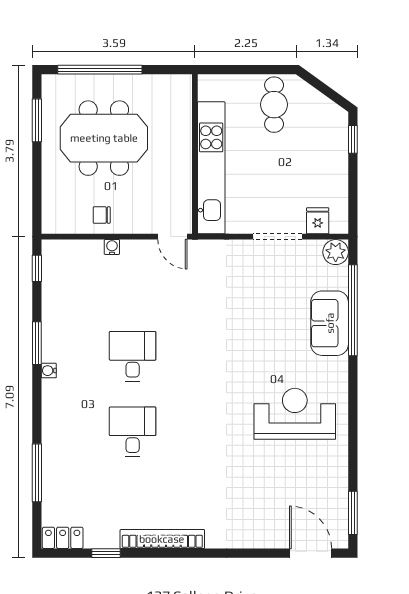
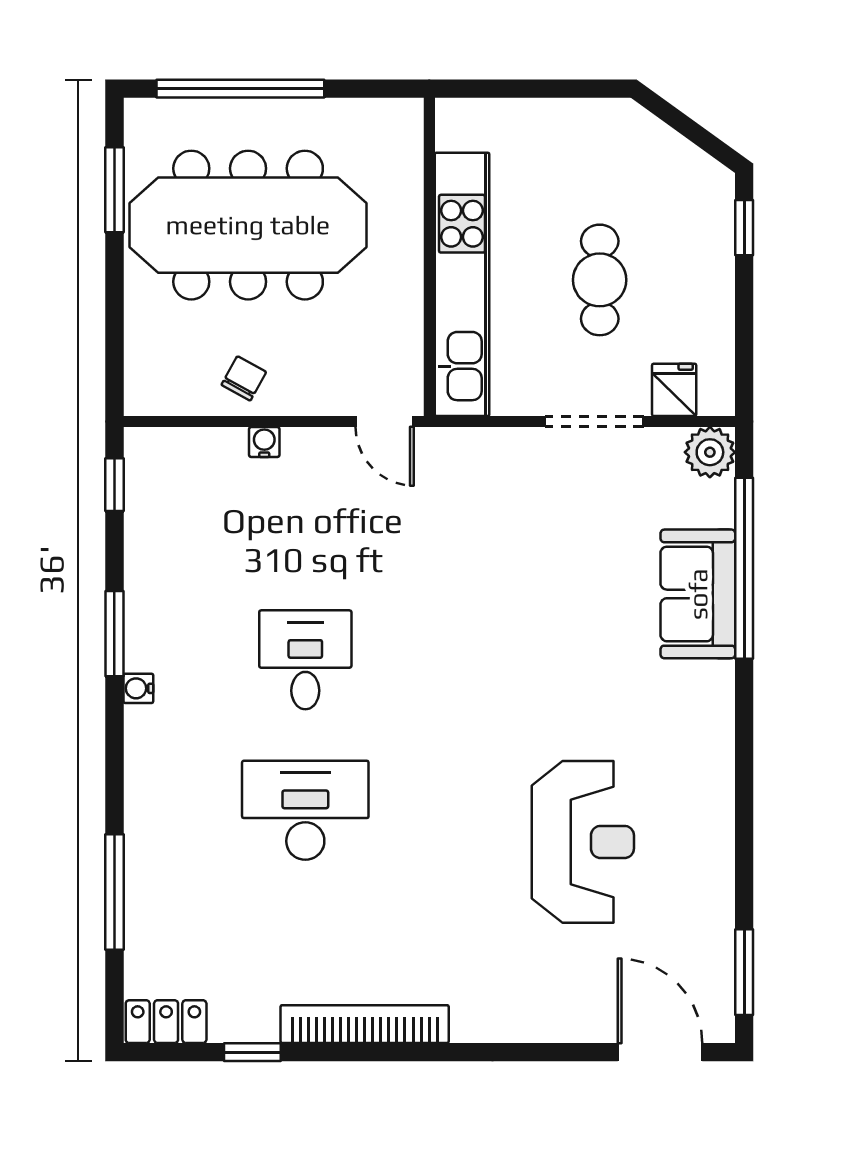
cafe table: (274, 105) -> (600, 280), moved
meeting table: (104, 138) -> (248, 225), width x1.36
chair: (102, 215) -> (244, 378), turned 119
reception desk: (295, 414) -> (583, 842), moved, turned 90
desk: (133, 432) -> (305, 810), width x1.37

